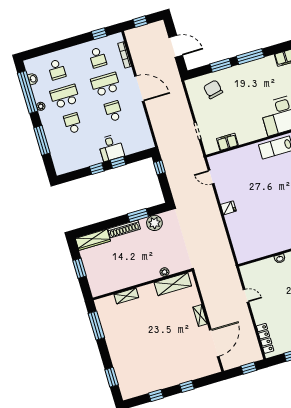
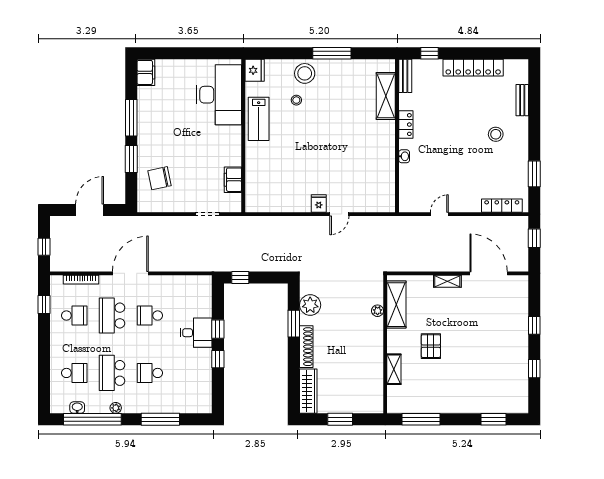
door: (211, 177) -> (339, 214), moved
pallet: (150, 317) -> (431, 346), added

